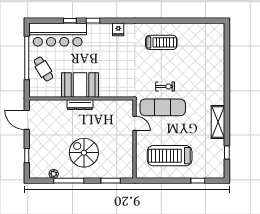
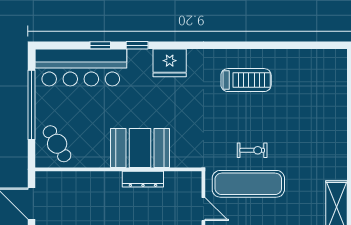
fridge: (118, 29) -> (170, 63), width x1.88, depth x1.34
cafe table: (43, 69) -> (57, 144), moved
booth: (80, 85) -> (140, 148), moved
dresser: (80, 105) -> (143, 179), moved

